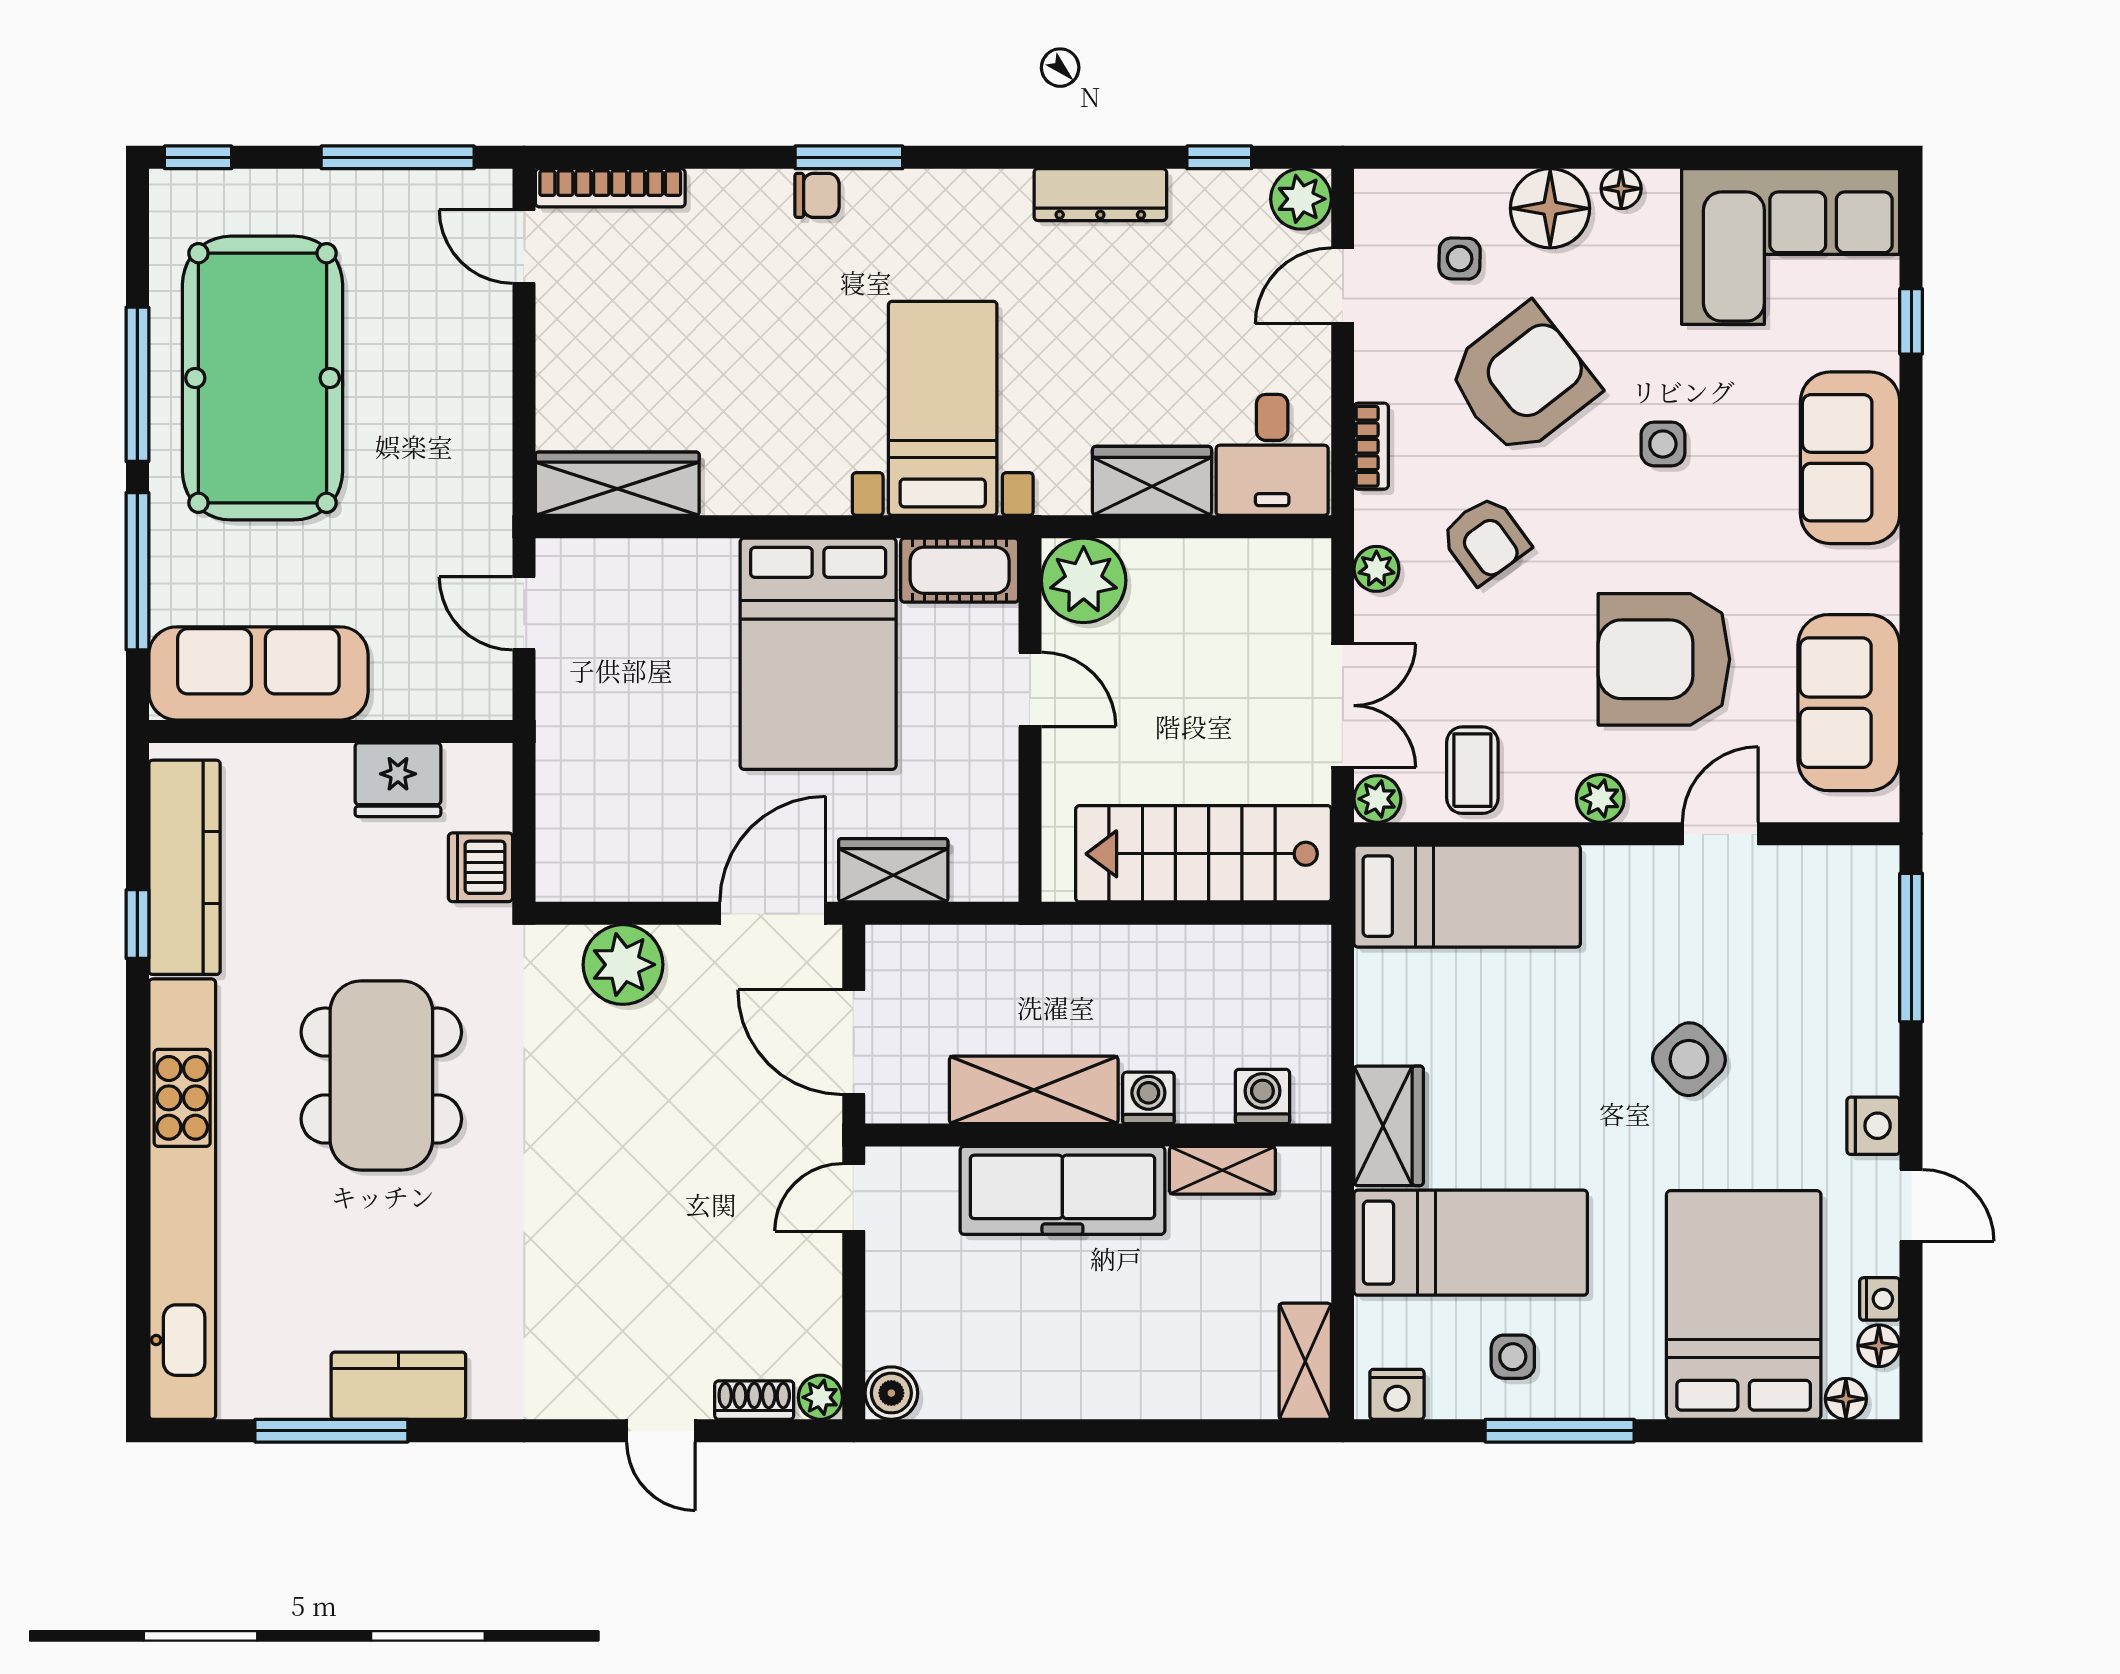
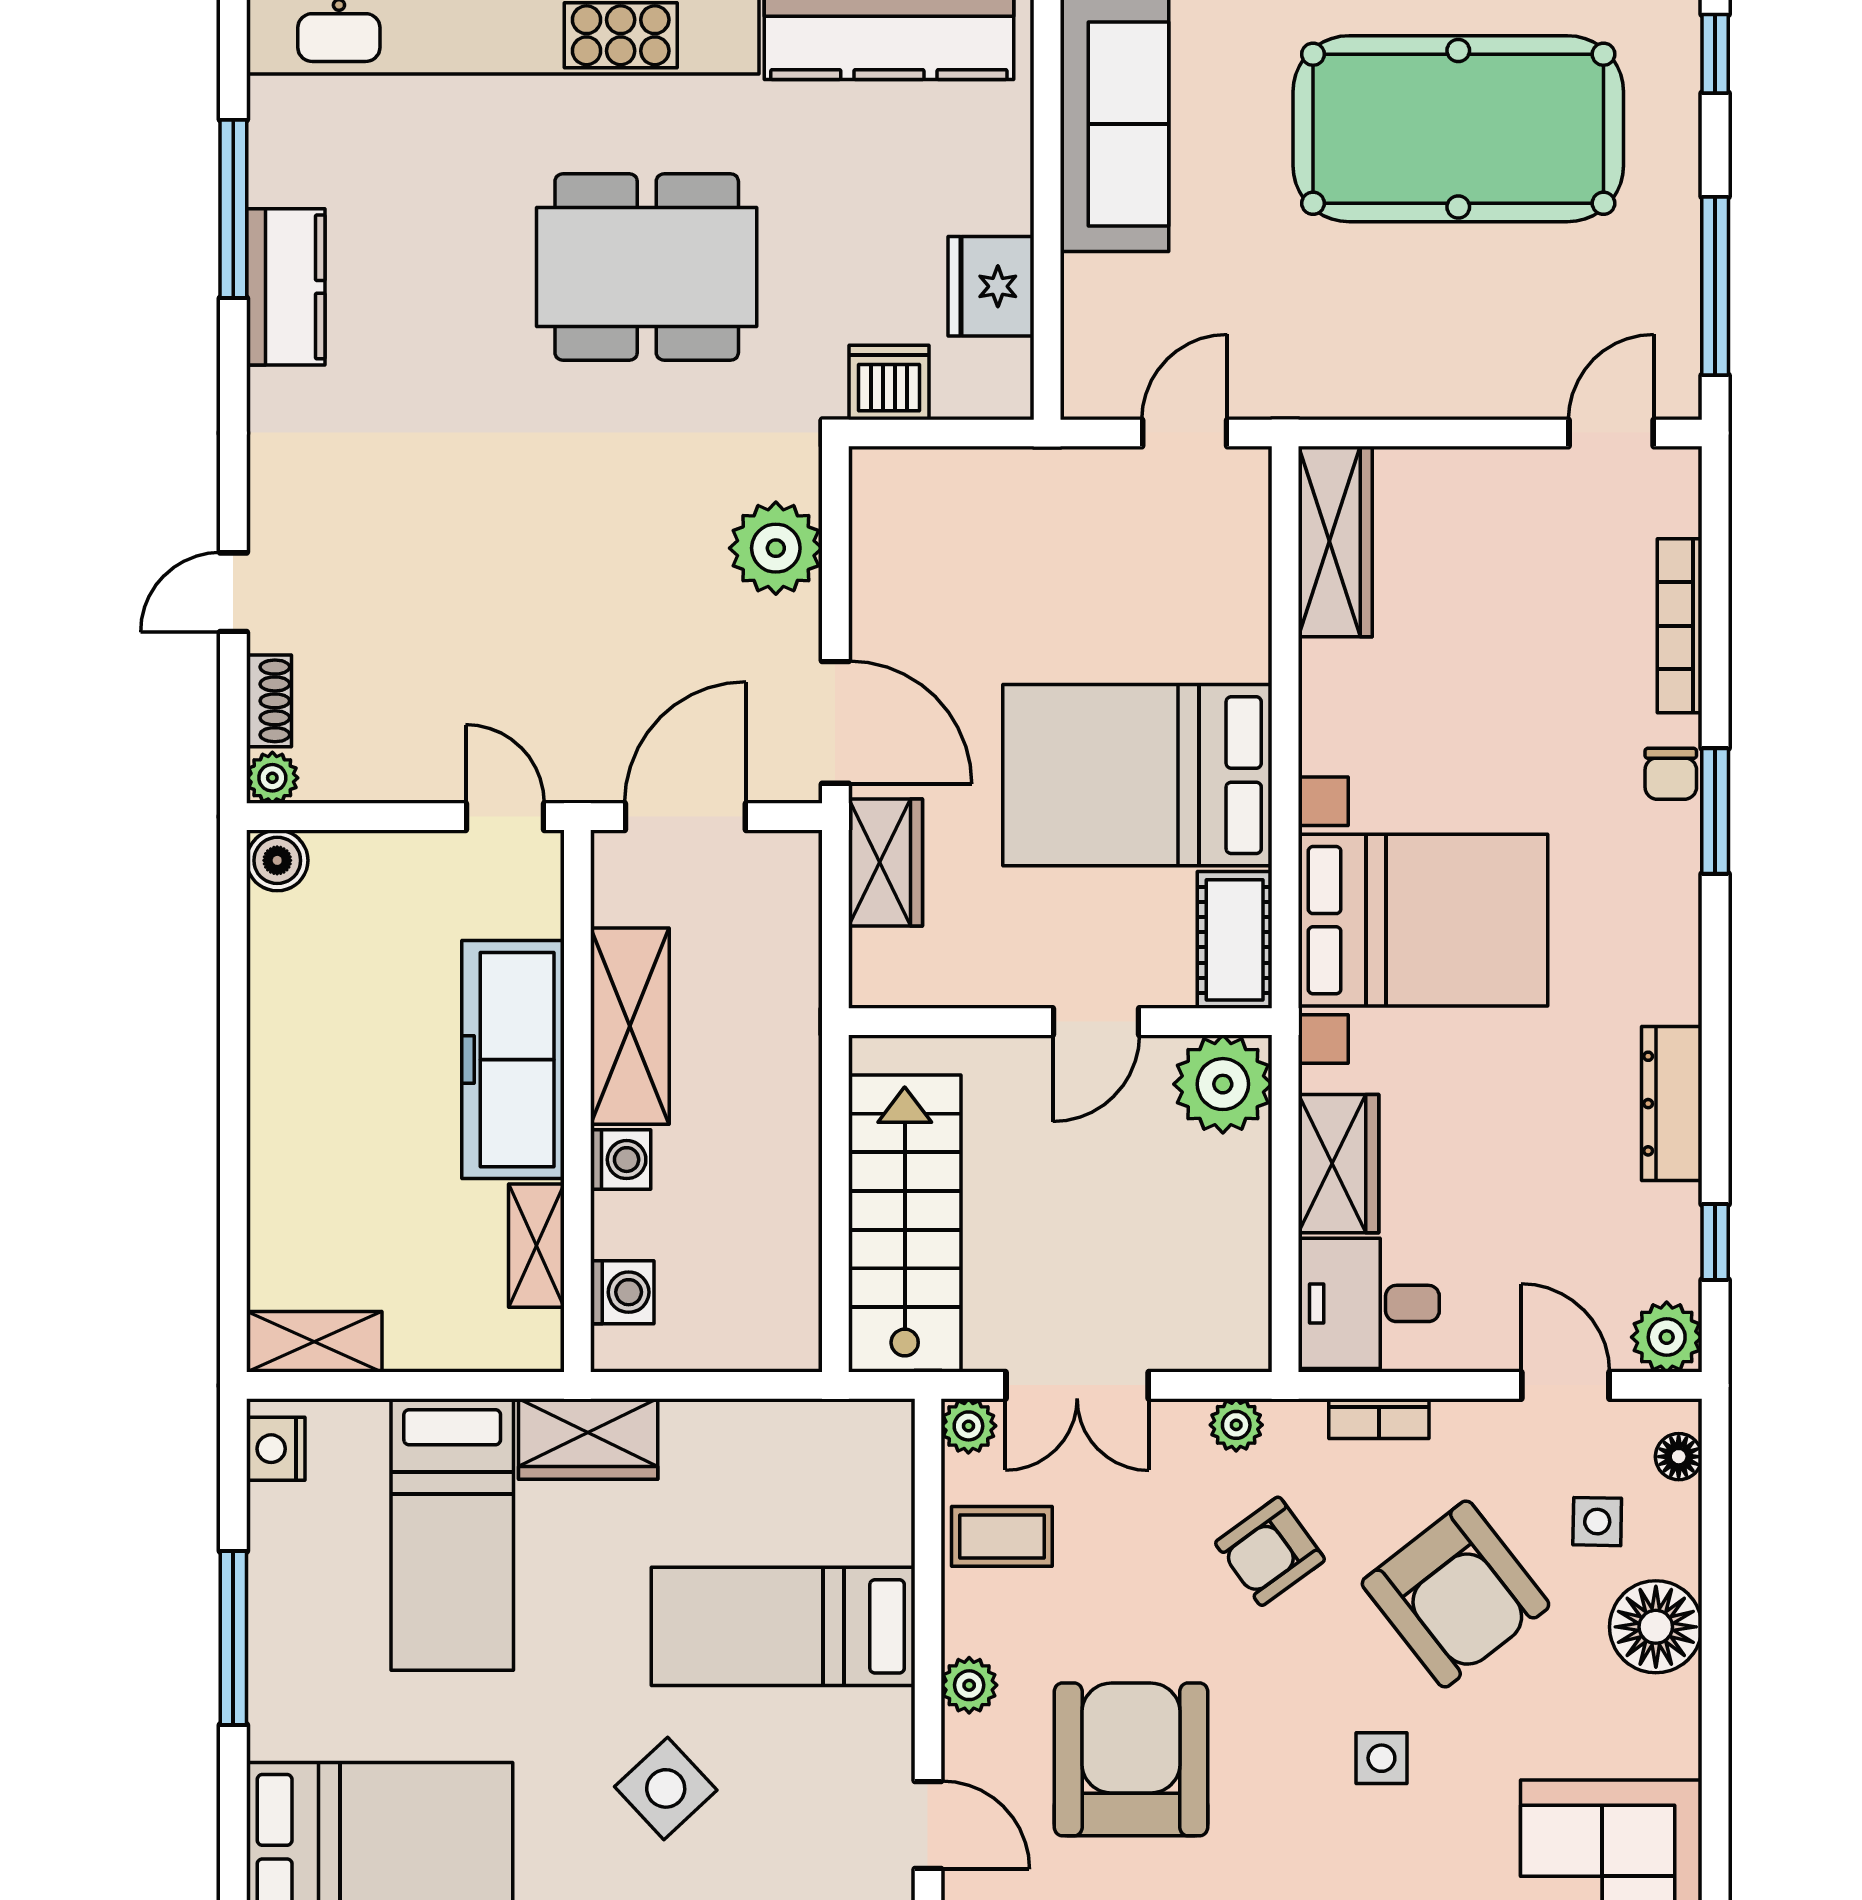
bookcase: (610, 188) -> (1680, 626), moved
floor lamp: (1621, 189) -> (1679, 1457), moved
bed with nightstands: (943, 408) -> (1423, 920), width x1.36
bed: (1467, 896) -> (783, 1626), moved, turned 90
side table: (1513, 1357) -> (320, 1583), removed

